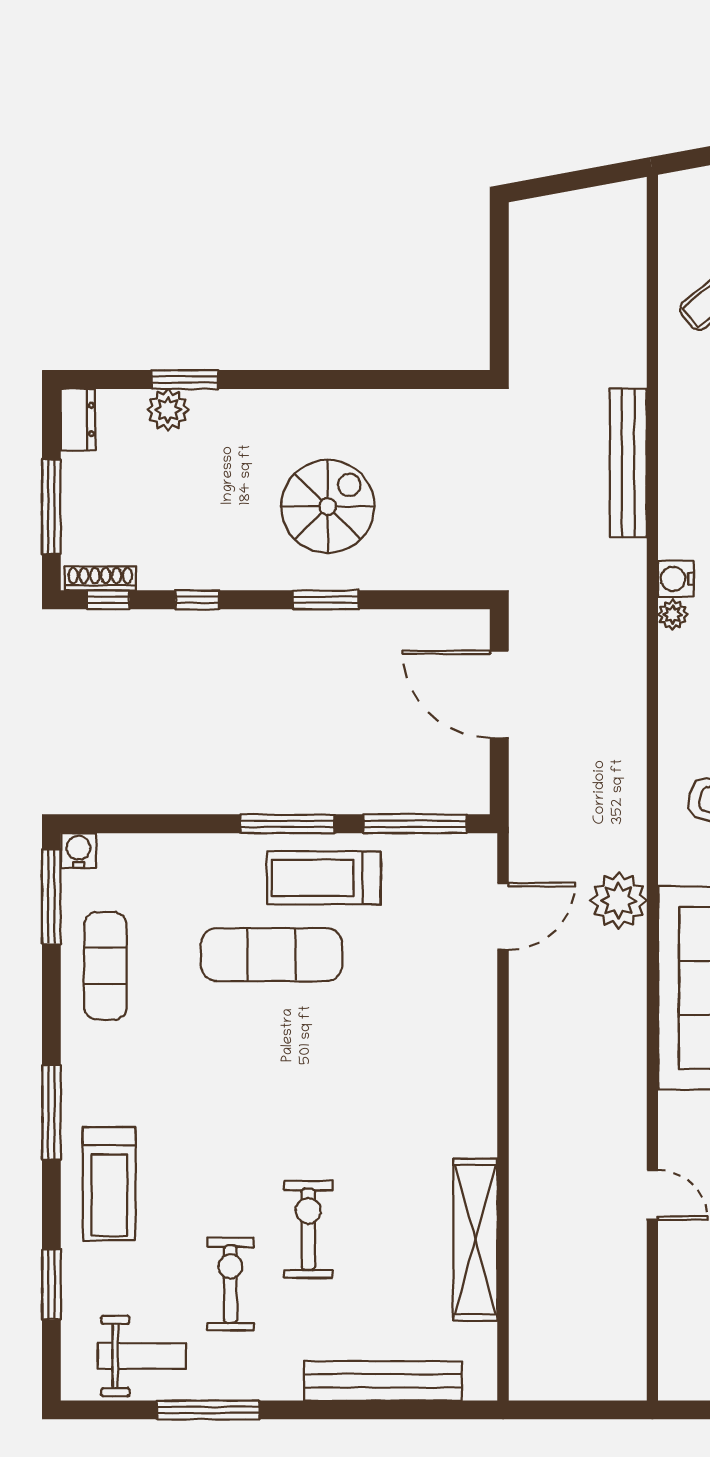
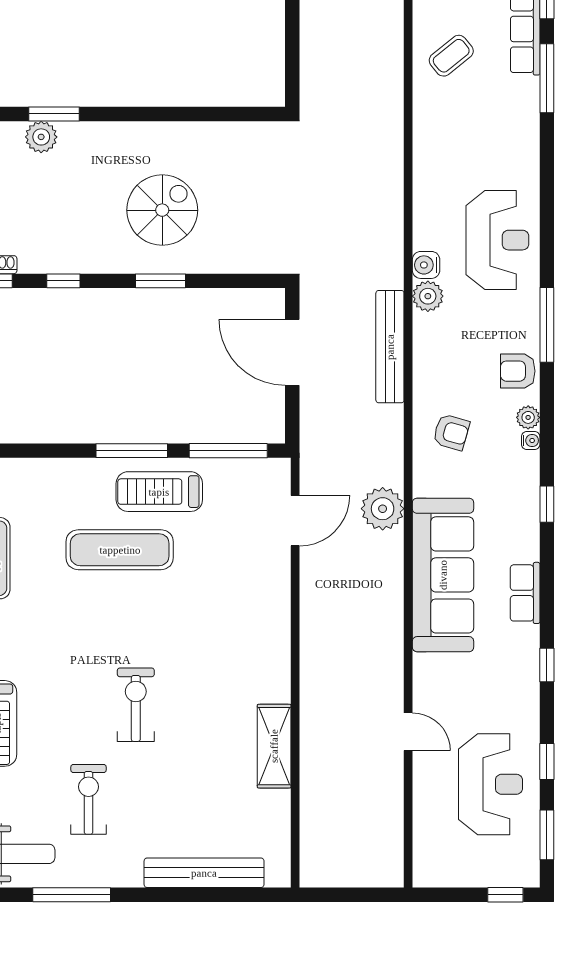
bench: (628, 463) -> (390, 347), moved
plant: (673, 614) -> (428, 296), width x1.38, depth x1.38
exercise bike: (308, 1229) -> (136, 705), moved
shelving: (475, 1240) -> (274, 746), width x0.68

